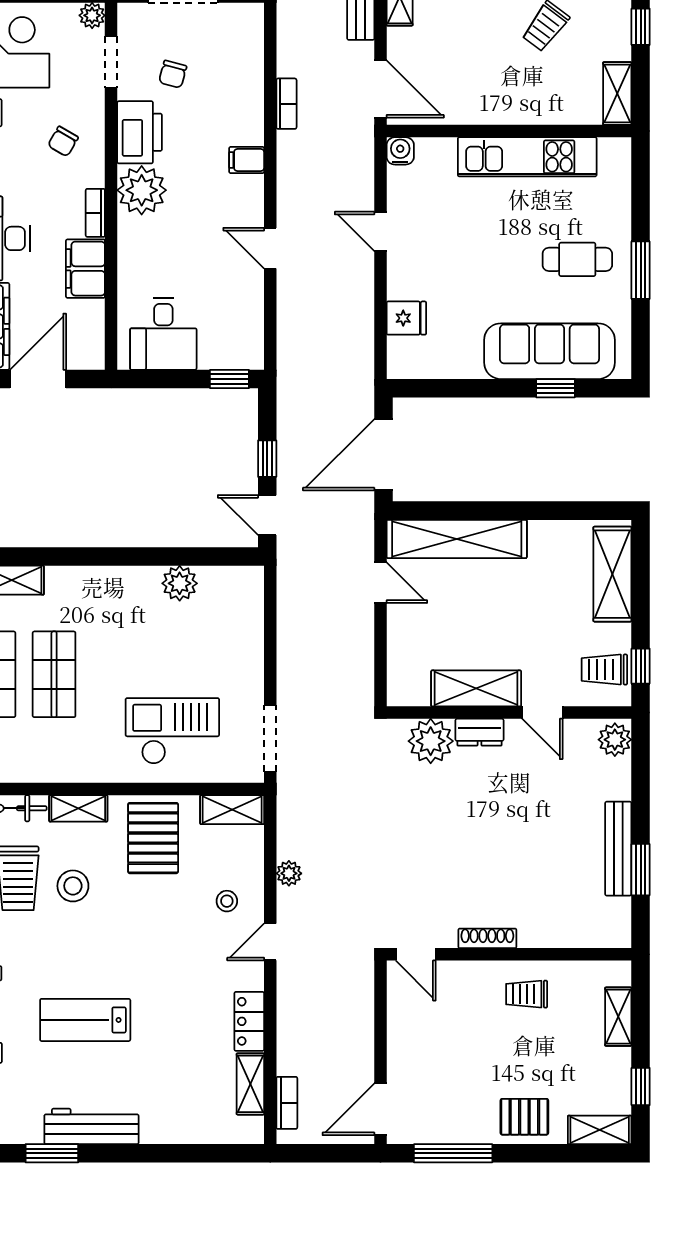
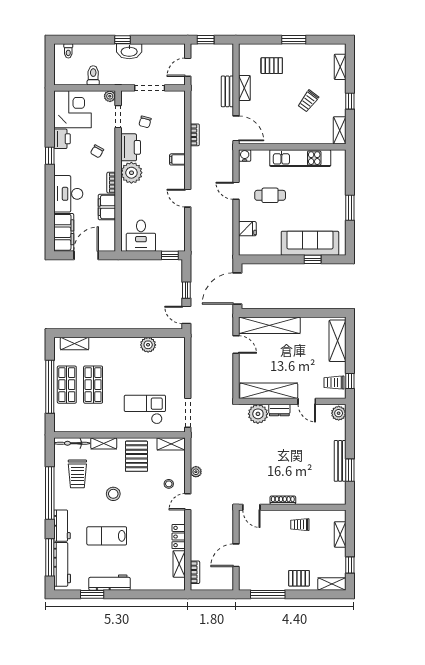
cafe table: (577, 259) -> (270, 195), moved
shelving: (476, 688) -> (269, 391), width x1.47
stool: (73, 886) -> (113, 494), moved
door: (380, 1109) -> (236, 555), moved

